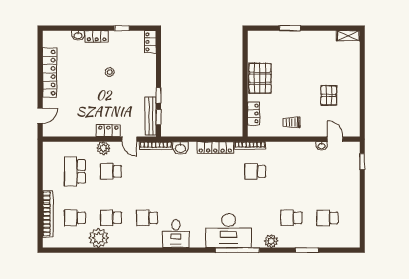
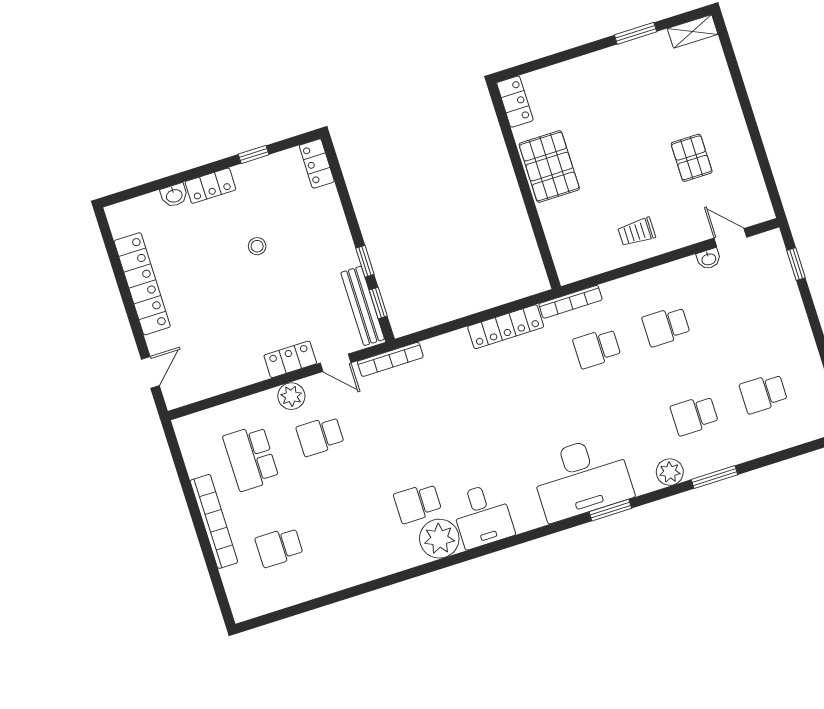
window: (290, 28) -> (636, 33), moved
locker: (254, 114) -> (515, 102), moved
washbasin: (180, 148) -> (439, 349), removed
bookcase: (48, 214) -> (214, 521), moved
school desk: (111, 218) -> (666, 326), moved
plant: (99, 238) -> (439, 539), moved
window: (237, 250) -> (610, 510), width x0.47
window: (307, 250) -> (714, 477), moved

